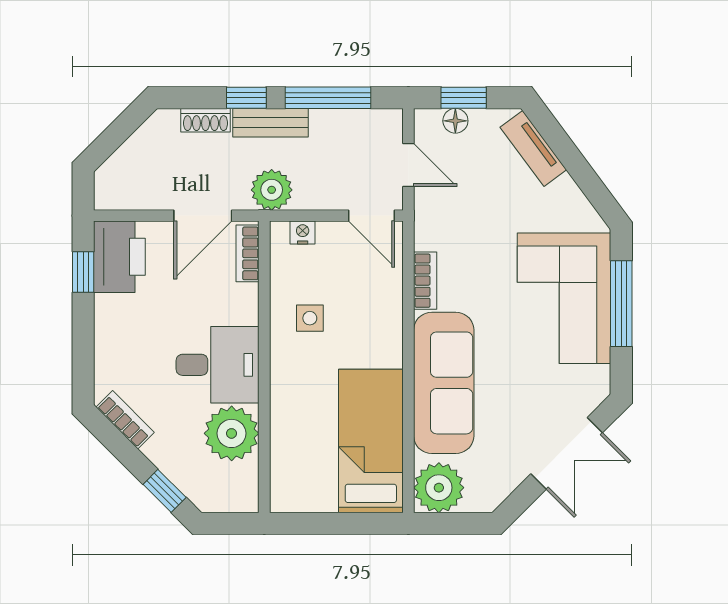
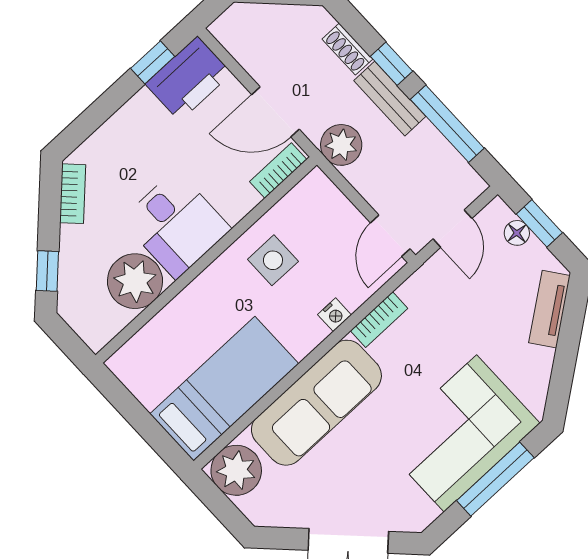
nightstand: (303, 233) -> (334, 315), moved, turned 90
side table: (310, 318) -> (273, 260), width x1.37, depth x1.37

